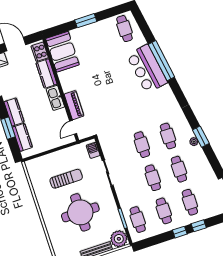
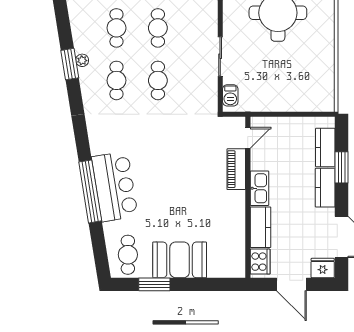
window: (86, 21) -> (154, 284), moved
booth: (62, 52) -> (180, 260), moved, turned 90
sun lounger: (66, 179) -> (282, 68), removed

